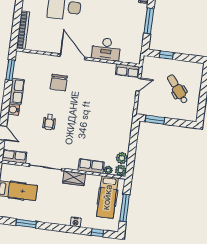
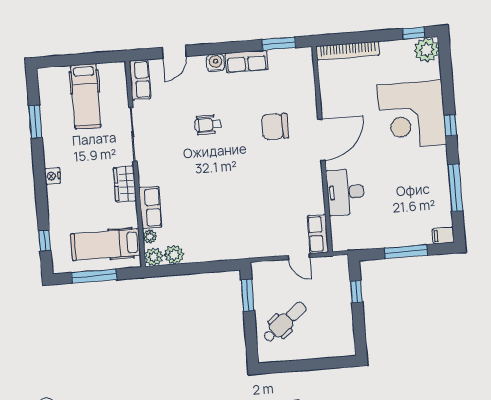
dental chair: (178, 89) -> (285, 322), moved
nightstand: (76, 222) -> (53, 176), moved

